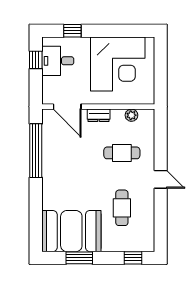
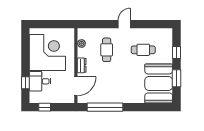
desk: (58, 61) -> (40, 81), moved, turned 90
window: (133, 258) -> (177, 53), moved

